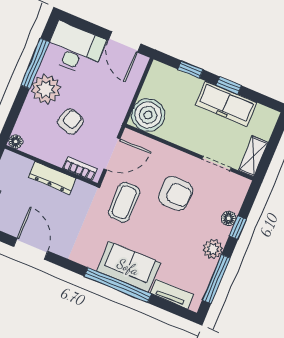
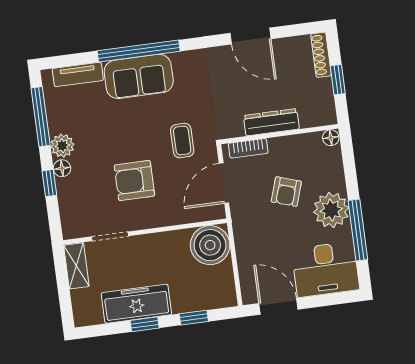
coffee table: (124, 202) -> (182, 141), width x0.73, depth x0.77
floor lamp: (229, 218) -> (62, 168), moved

